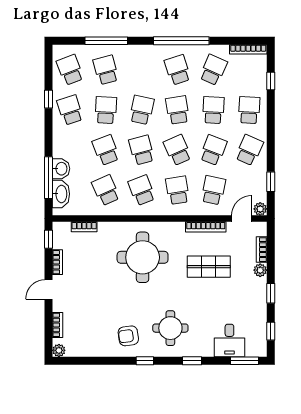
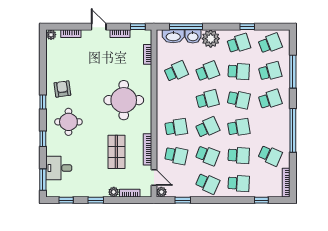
school desk: (177, 70) -> (270, 99), moved
plant: (64, 146) -> (211, 39), added
school desk: (142, 190) -> (176, 99), removed

